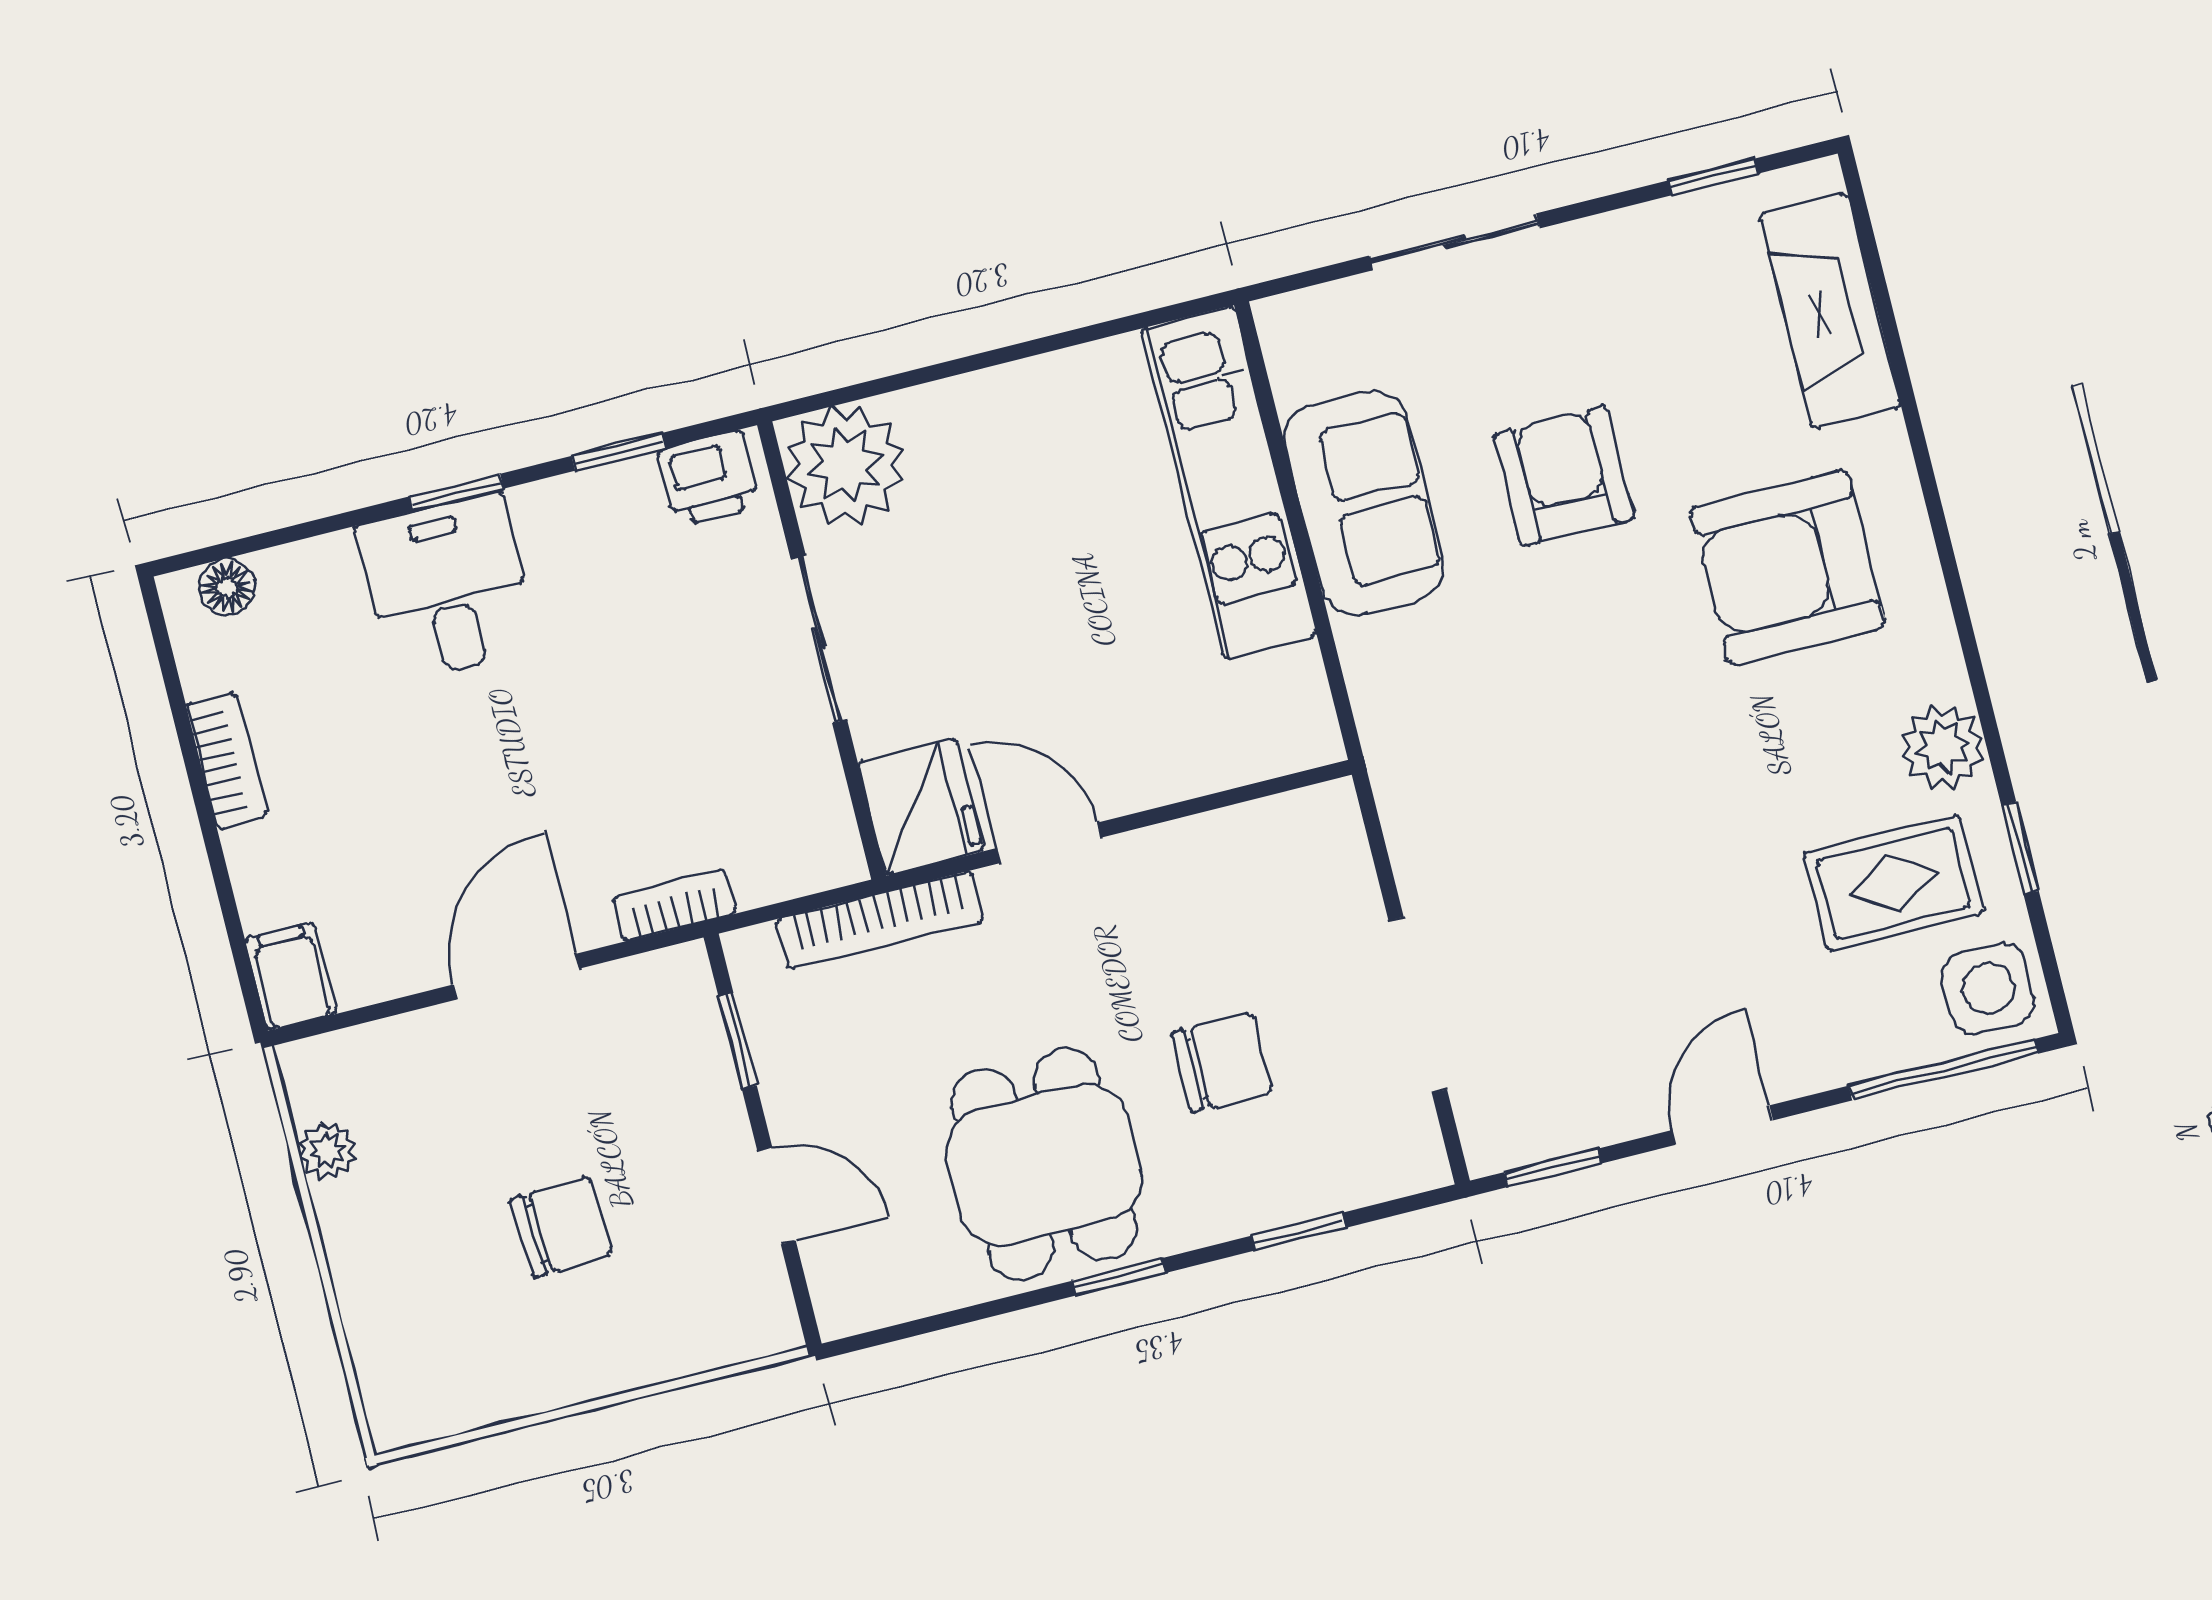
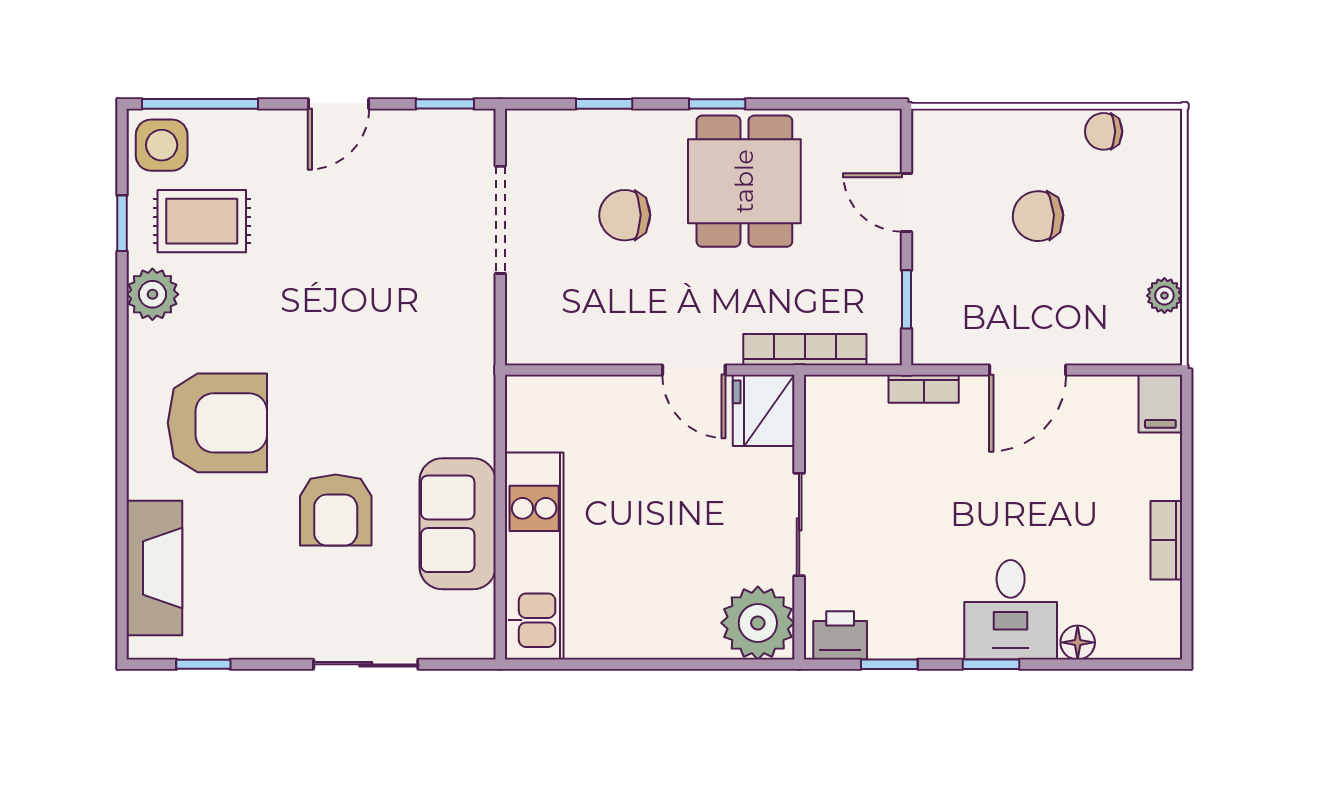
floor lamp: (227, 587) -> (1078, 642), moved
chair: (490, 1388) -> (1104, 131), added

